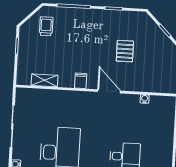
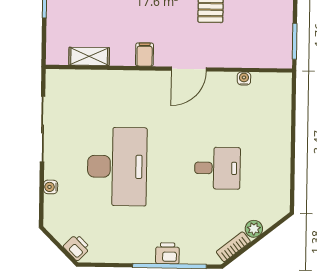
door: (109, 91) -> (189, 69), swing flipped

